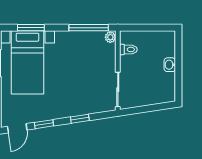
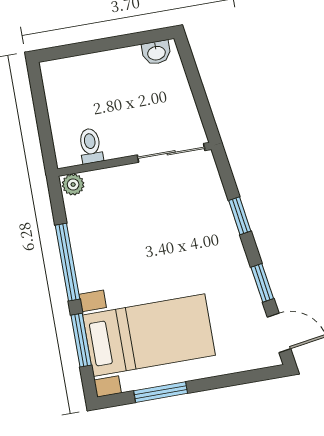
window: (89, 28) -> (68, 262), moved
washbasin: (170, 65) -> (156, 53), moved

